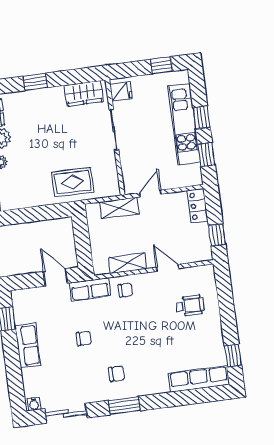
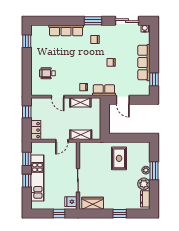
window: (161, 65) -> (59, 214), moved
rug: (73, 182) -> (119, 158), moved, turned 90
row of seats: (28, 346) -> (144, 63), width x1.48
row of seats: (199, 379) -> (66, 30), moved

